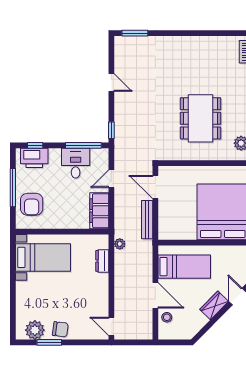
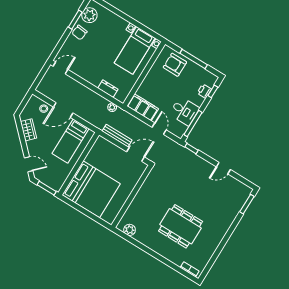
dining table: (201, 118) -> (181, 226), moved
printer: (34, 158) -> (204, 91), width x0.53, depth x0.68
wardrobe: (214, 305) -> (28, 130), moved

